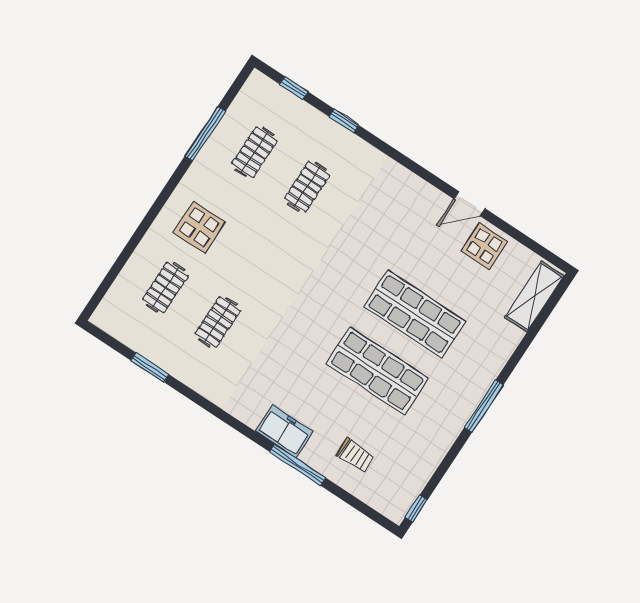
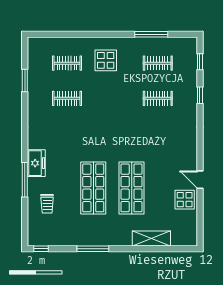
shelving: (534, 297) -> (151, 238), moved
window: (484, 406) -> (93, 249), moved

